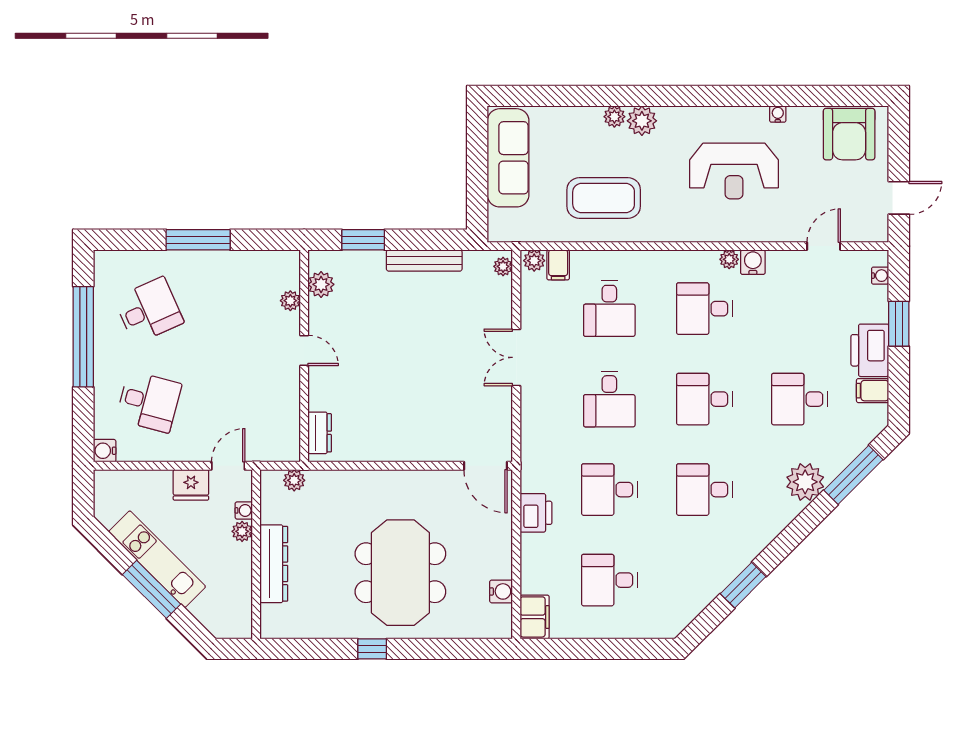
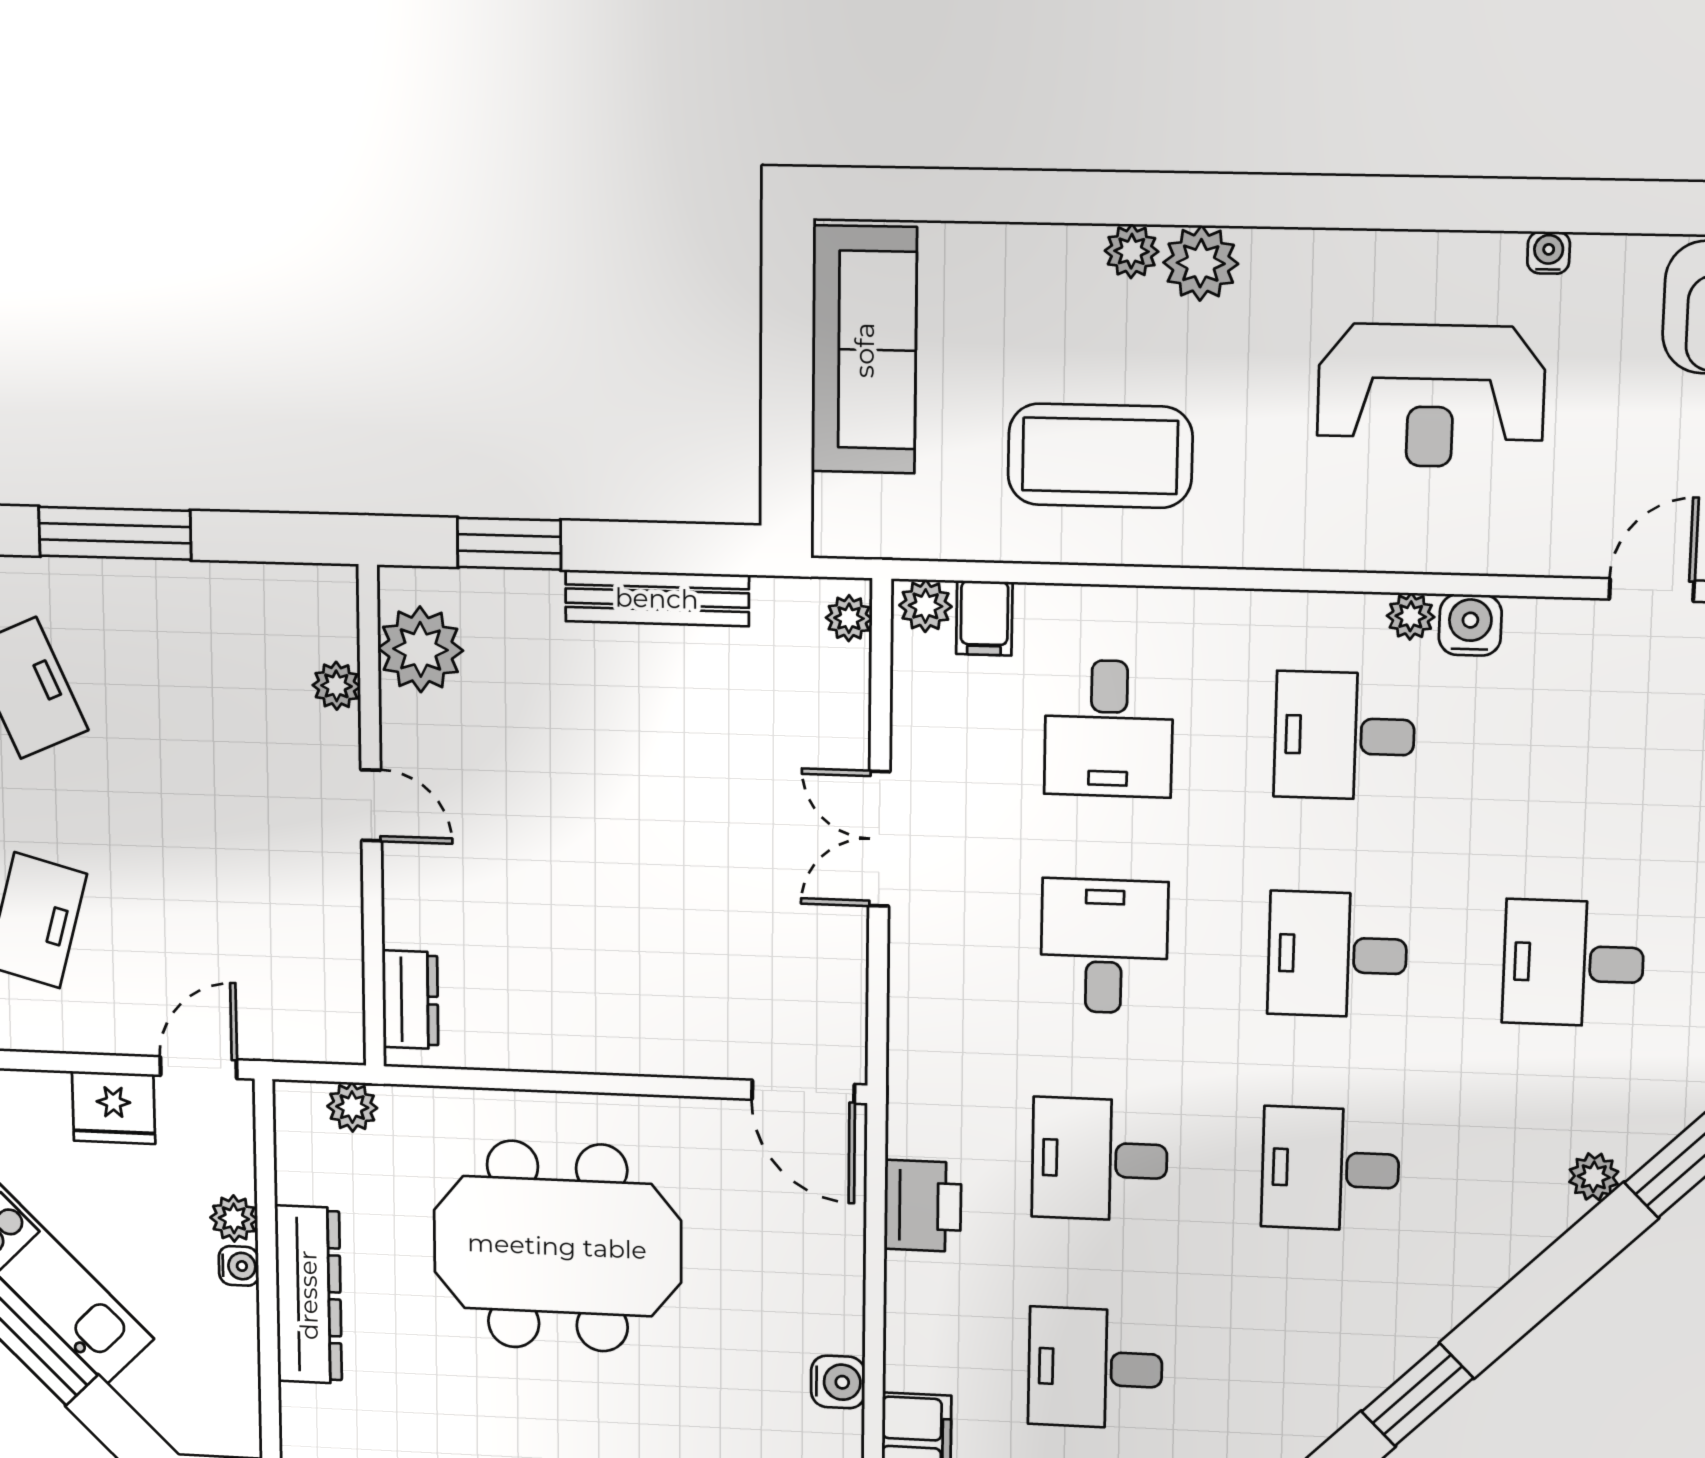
plant: (321, 284) -> (420, 649), width x1.36, depth x1.36
desk: (609, 399) -> (1104, 946), turned 180
plant: (805, 482) -> (1594, 1177), width x0.53, depth x0.53
water cooler: (244, 510) -> (239, 1266), moved
meeting table: (400, 573) -> (557, 1246), moved, turned 90

